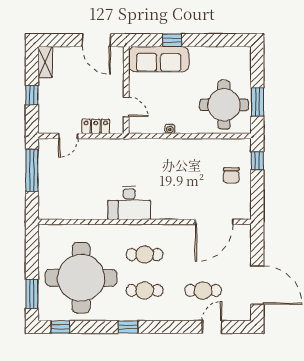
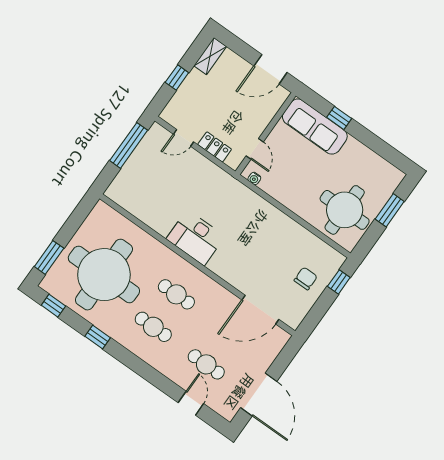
door: (96, 40) -> (270, 69), hinge flipped
window: (257, 102) -> (390, 210), moved
water cooler: (170, 129) -> (254, 178), moved
chair: (231, 175) -> (306, 278), turned 180
window: (128, 327) -> (98, 337), moved
door: (212, 327) -> (191, 403), hinge flipped

